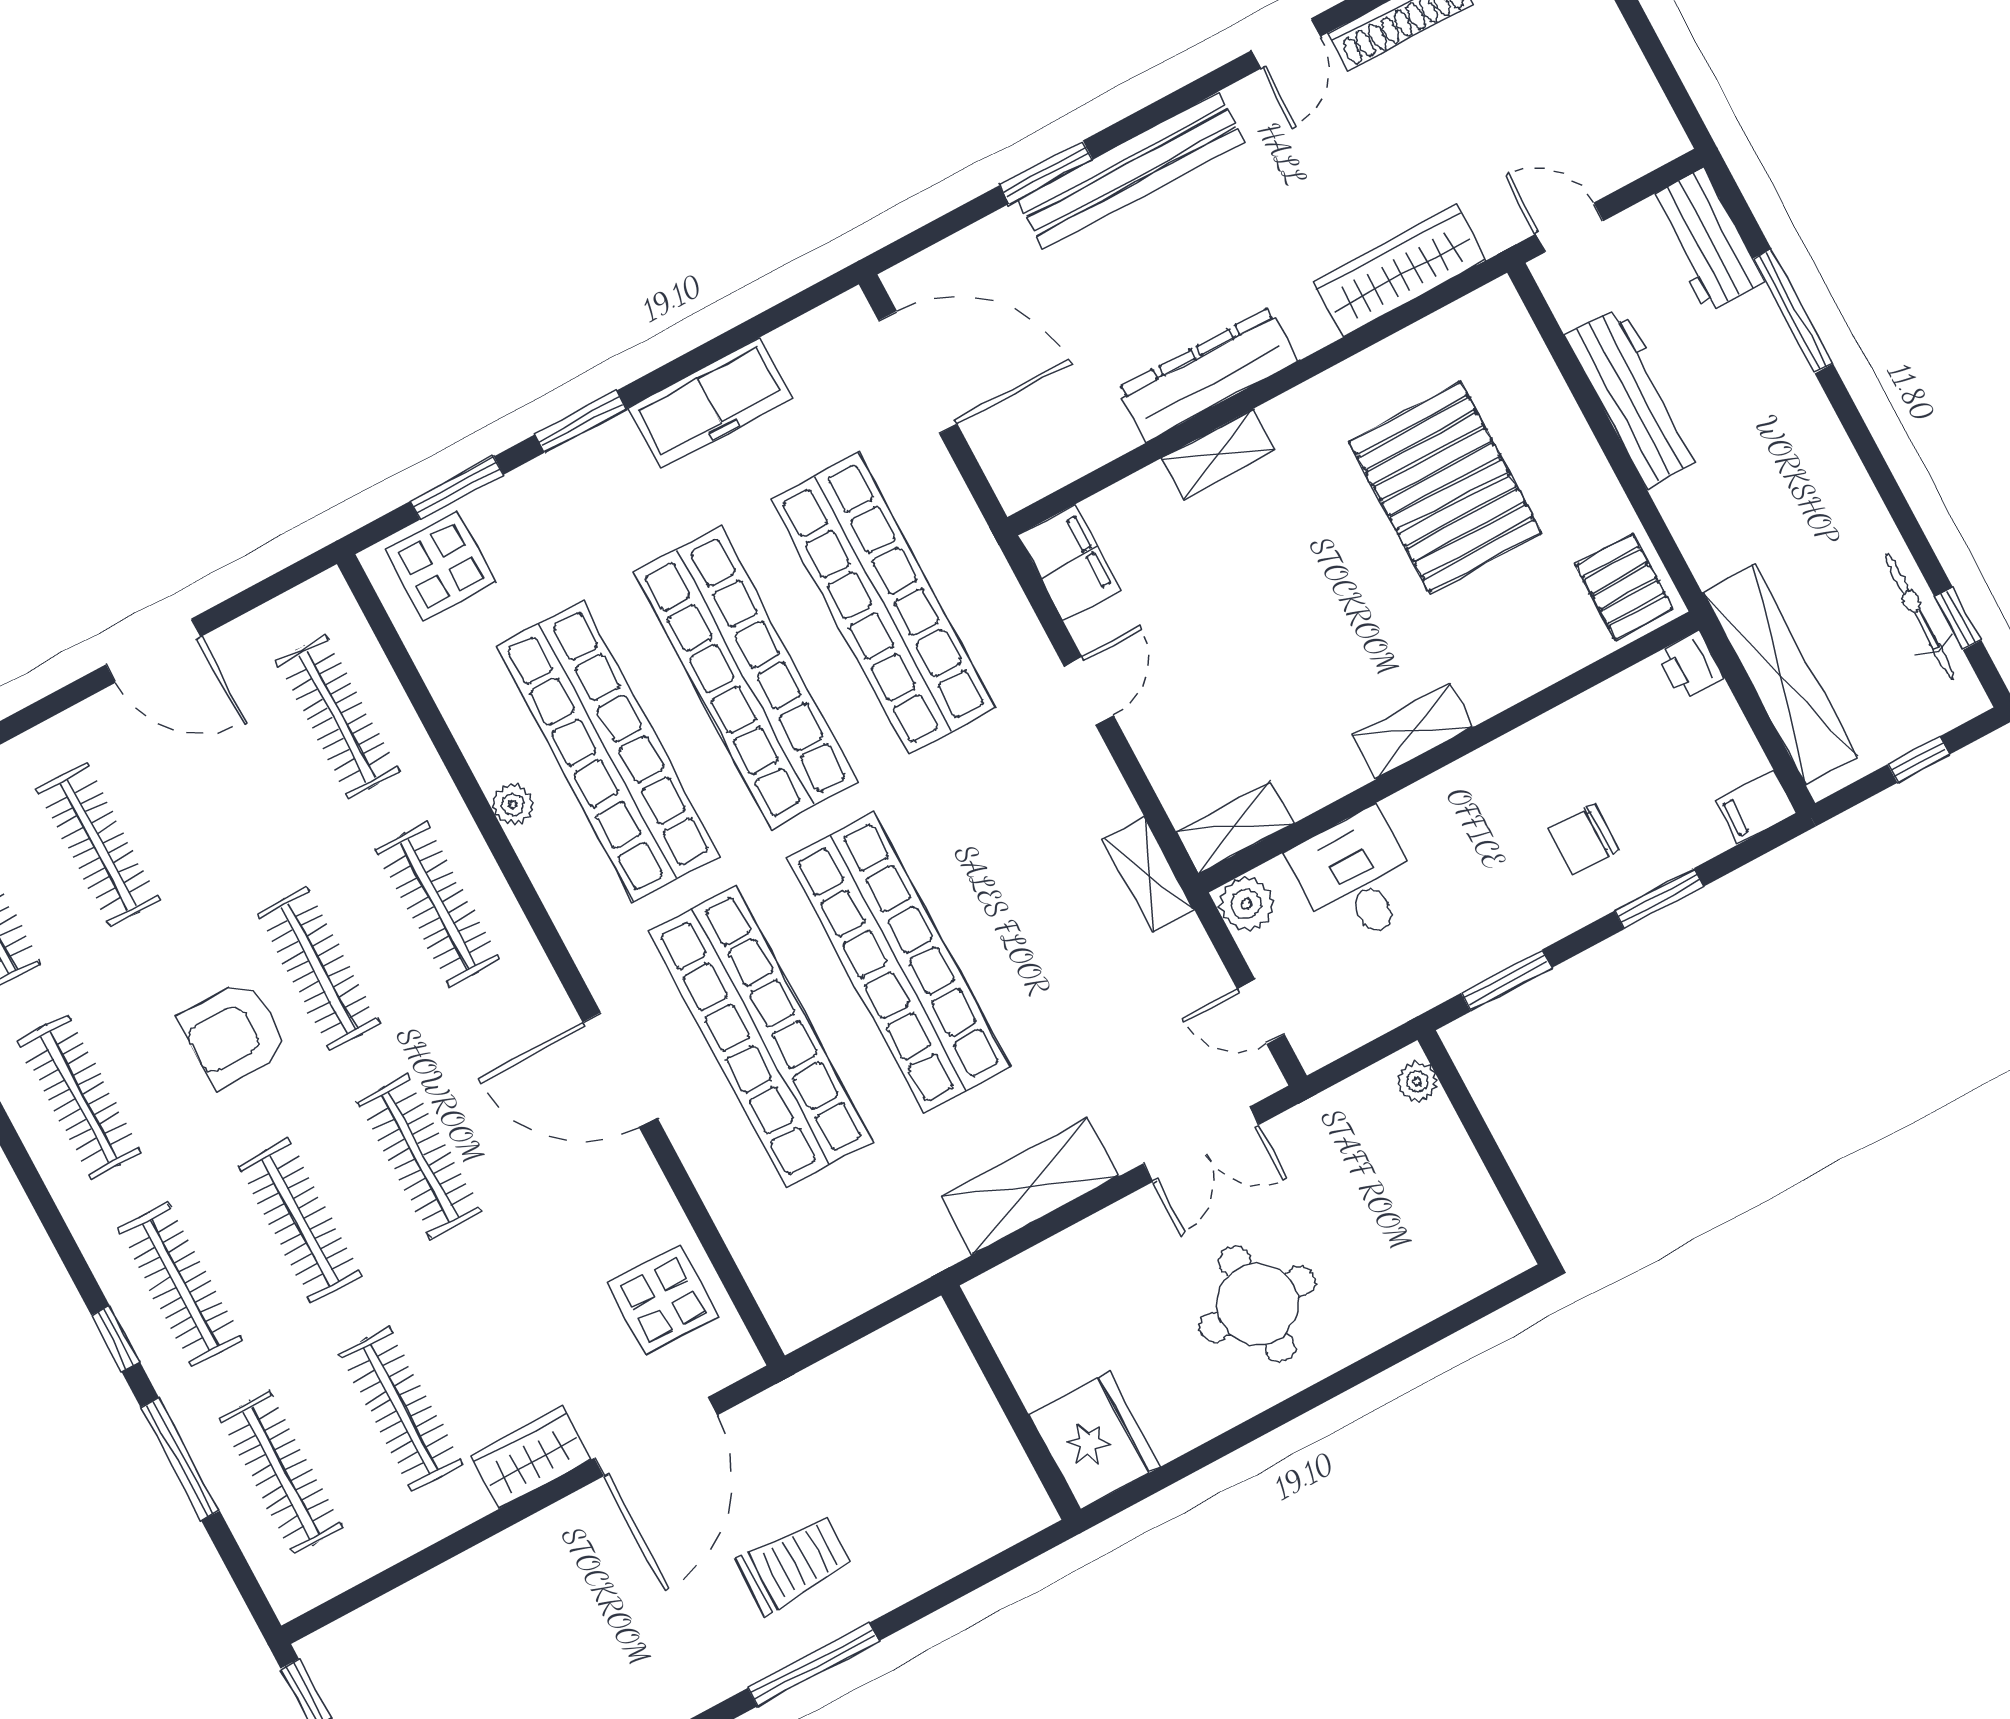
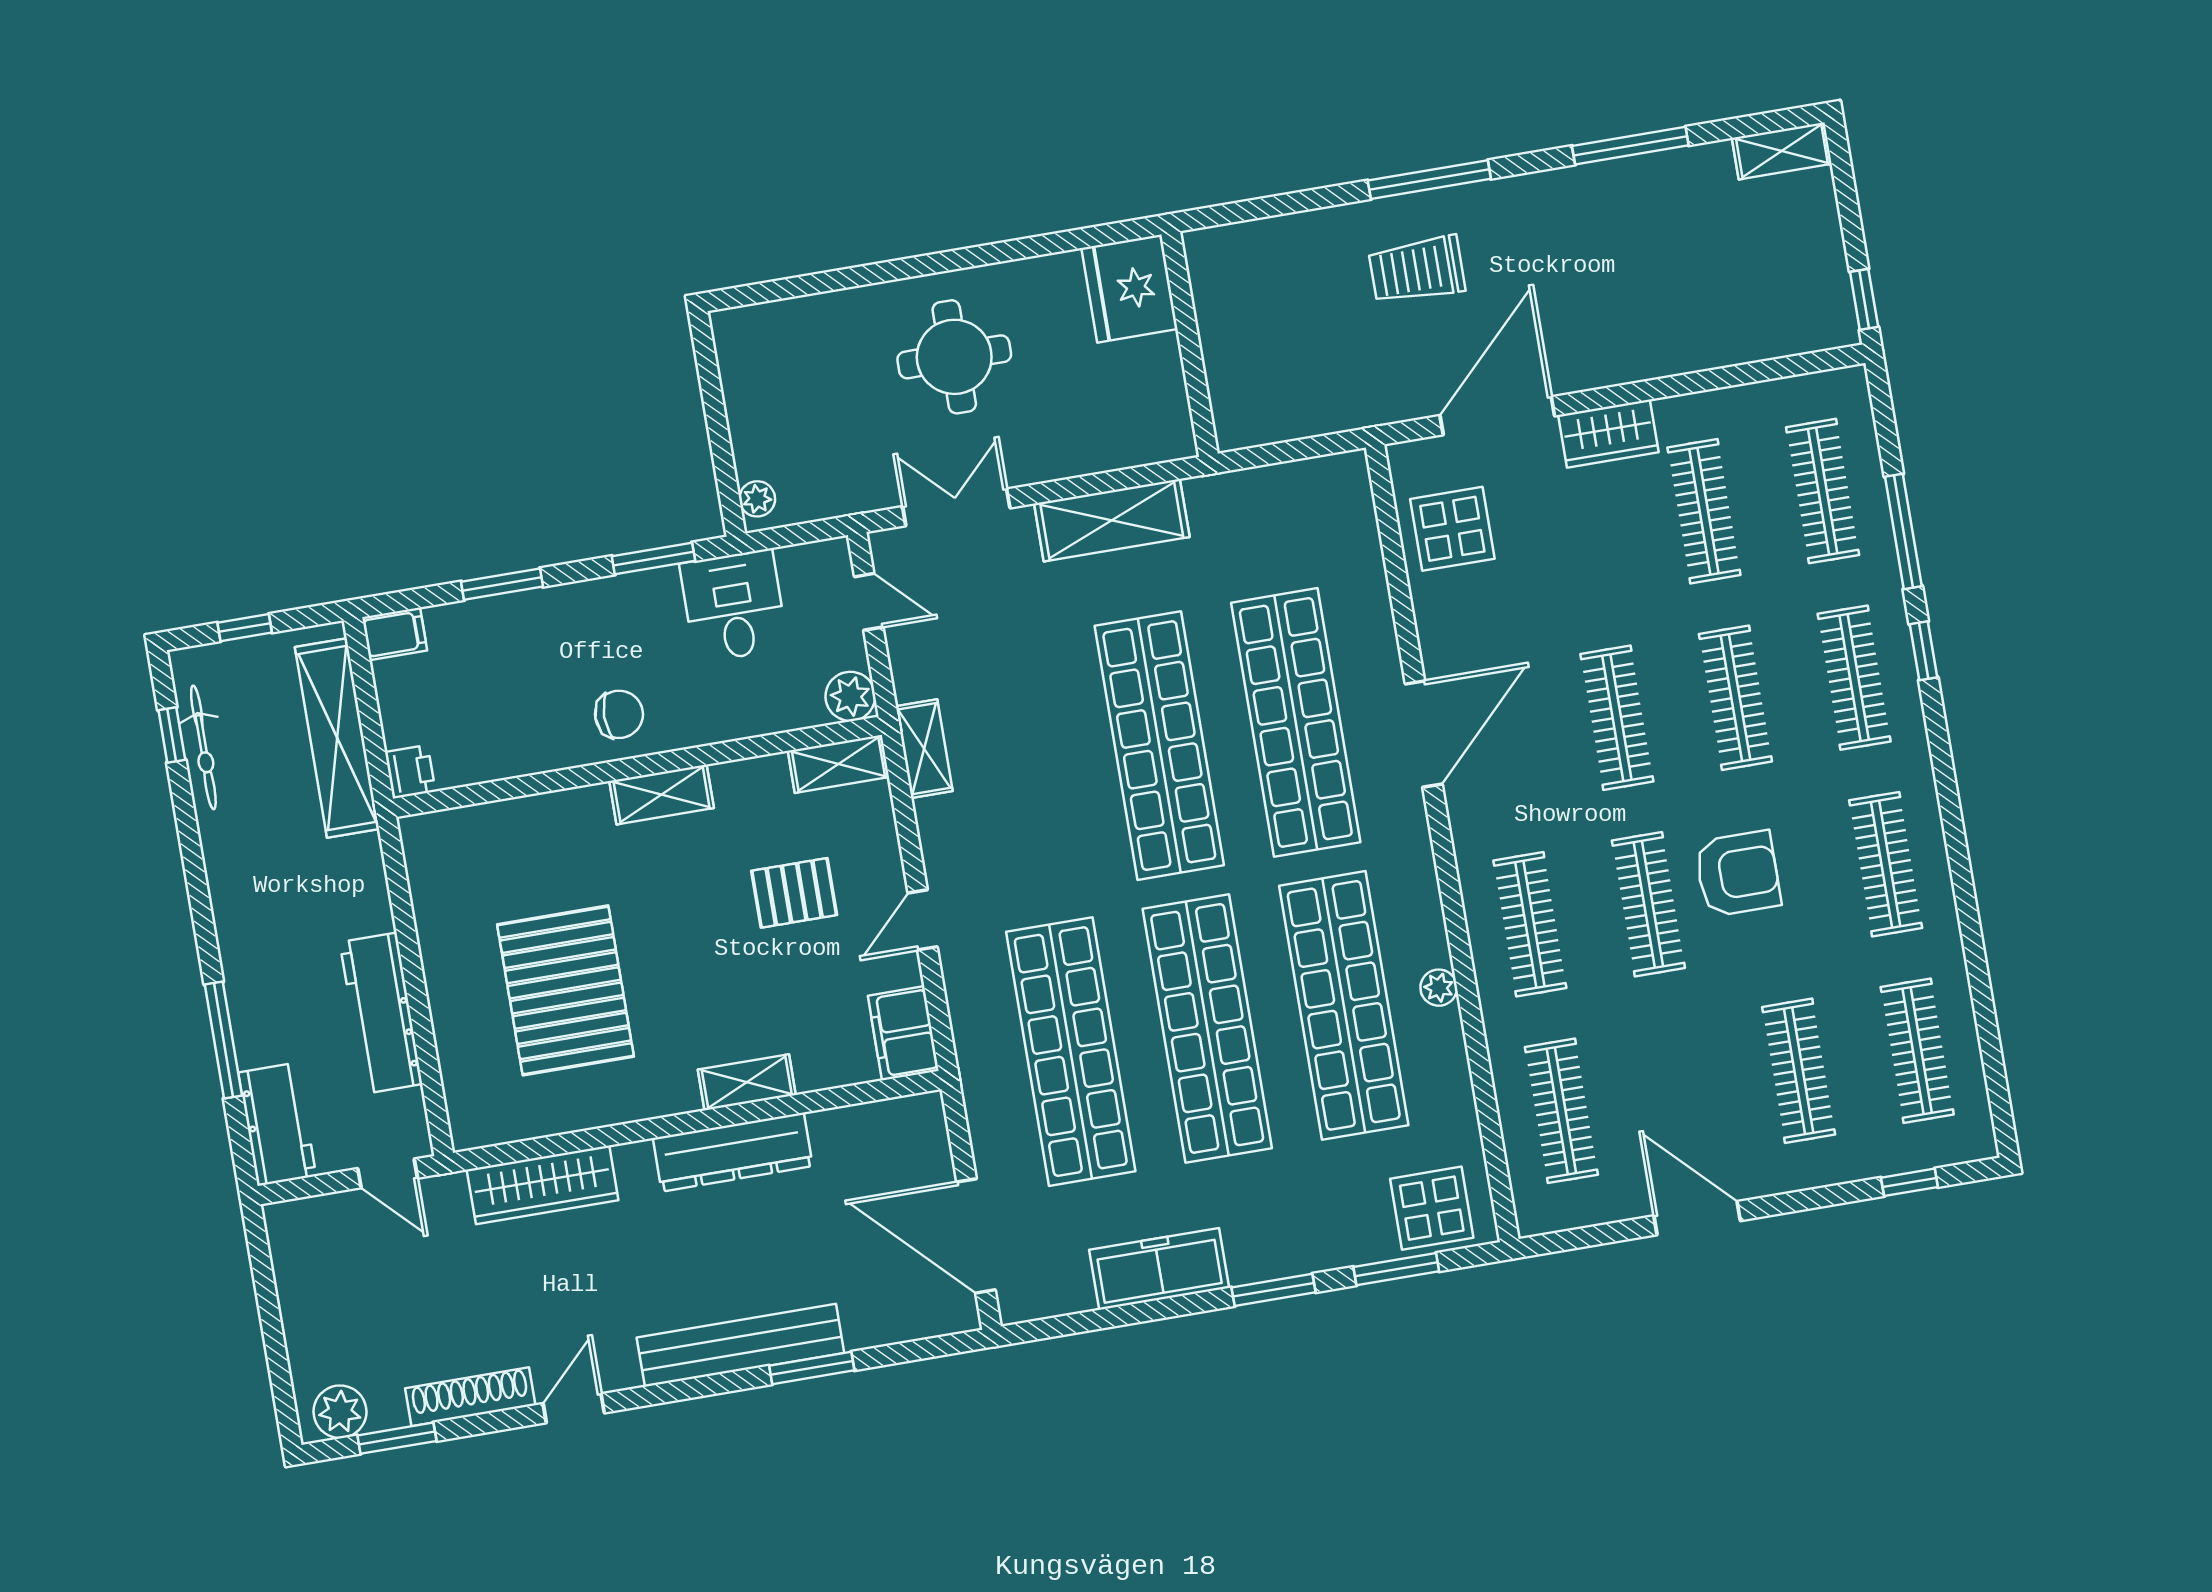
pallet: (1624, 587) -> (794, 893), moved, turned 90
chair: (1584, 839) -> (619, 714), moved
desk: (1357, 878) -> (734, 606), moved, turned 180
door: (620, 1070) -> (1424, 734), hinge flipped

